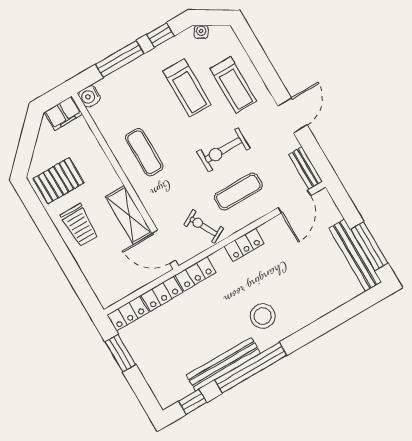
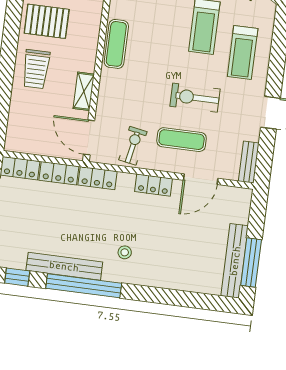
exercise mat: (144, 152) -> (116, 44), moved
door: (294, 202) -> (201, 179), moved
shelving: (129, 215) -> (84, 91), width x0.67, depth x0.75
exercise bike: (204, 226) -> (133, 146), turned 39
stool: (263, 316) -> (125, 252), width x0.53, depth x0.53

